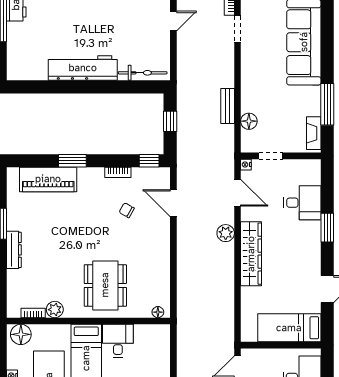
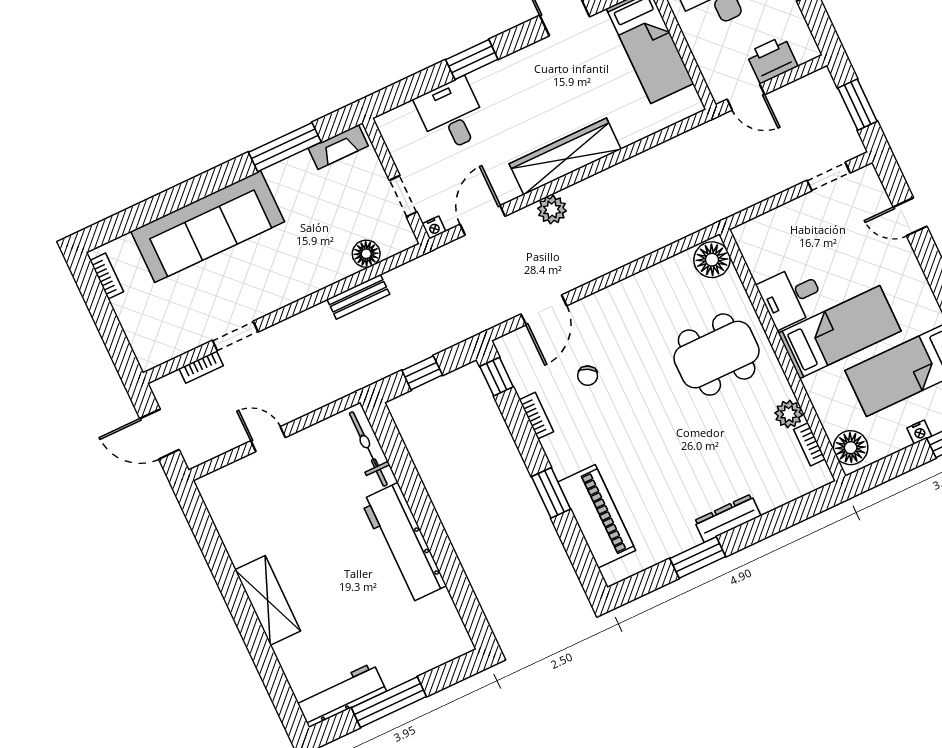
floor lamp: (158, 312) -> (712, 260), width x1.89, depth x1.89

